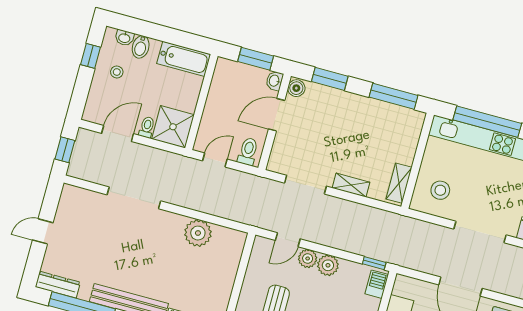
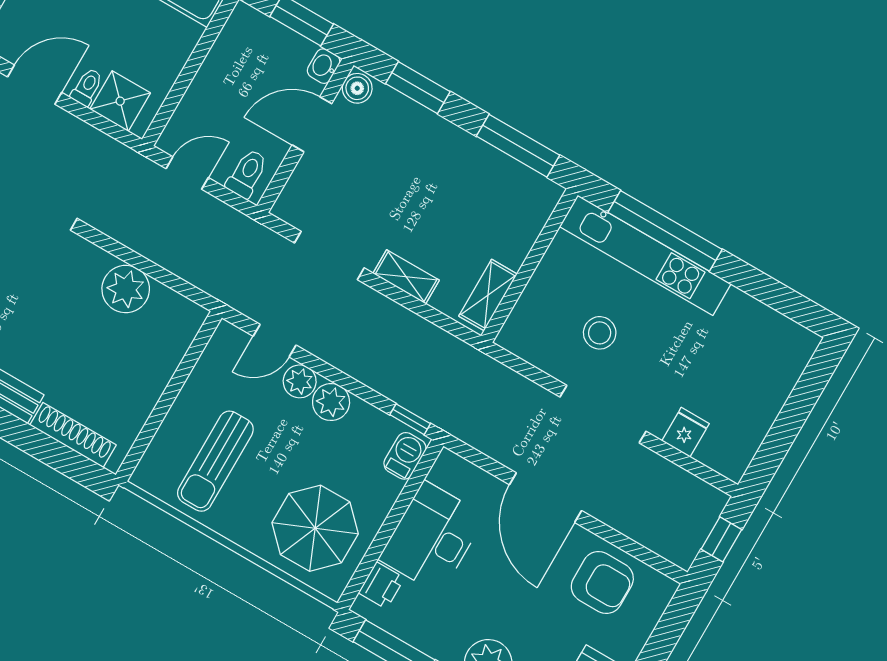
shower: (173, 127) -> (120, 101), width x0.73, depth x0.73
stool: (440, 190) -> (600, 333), moved

